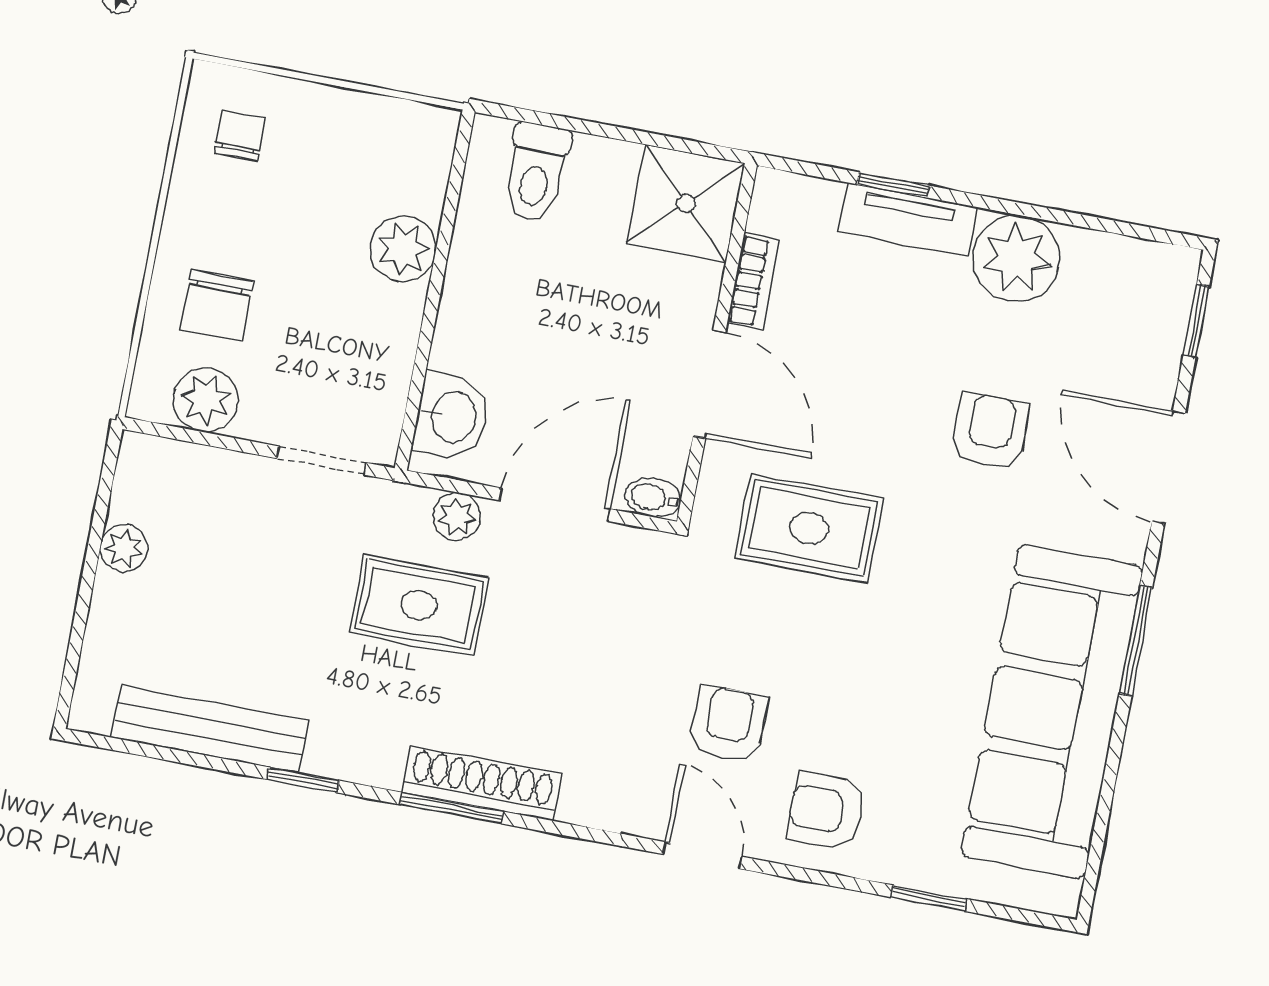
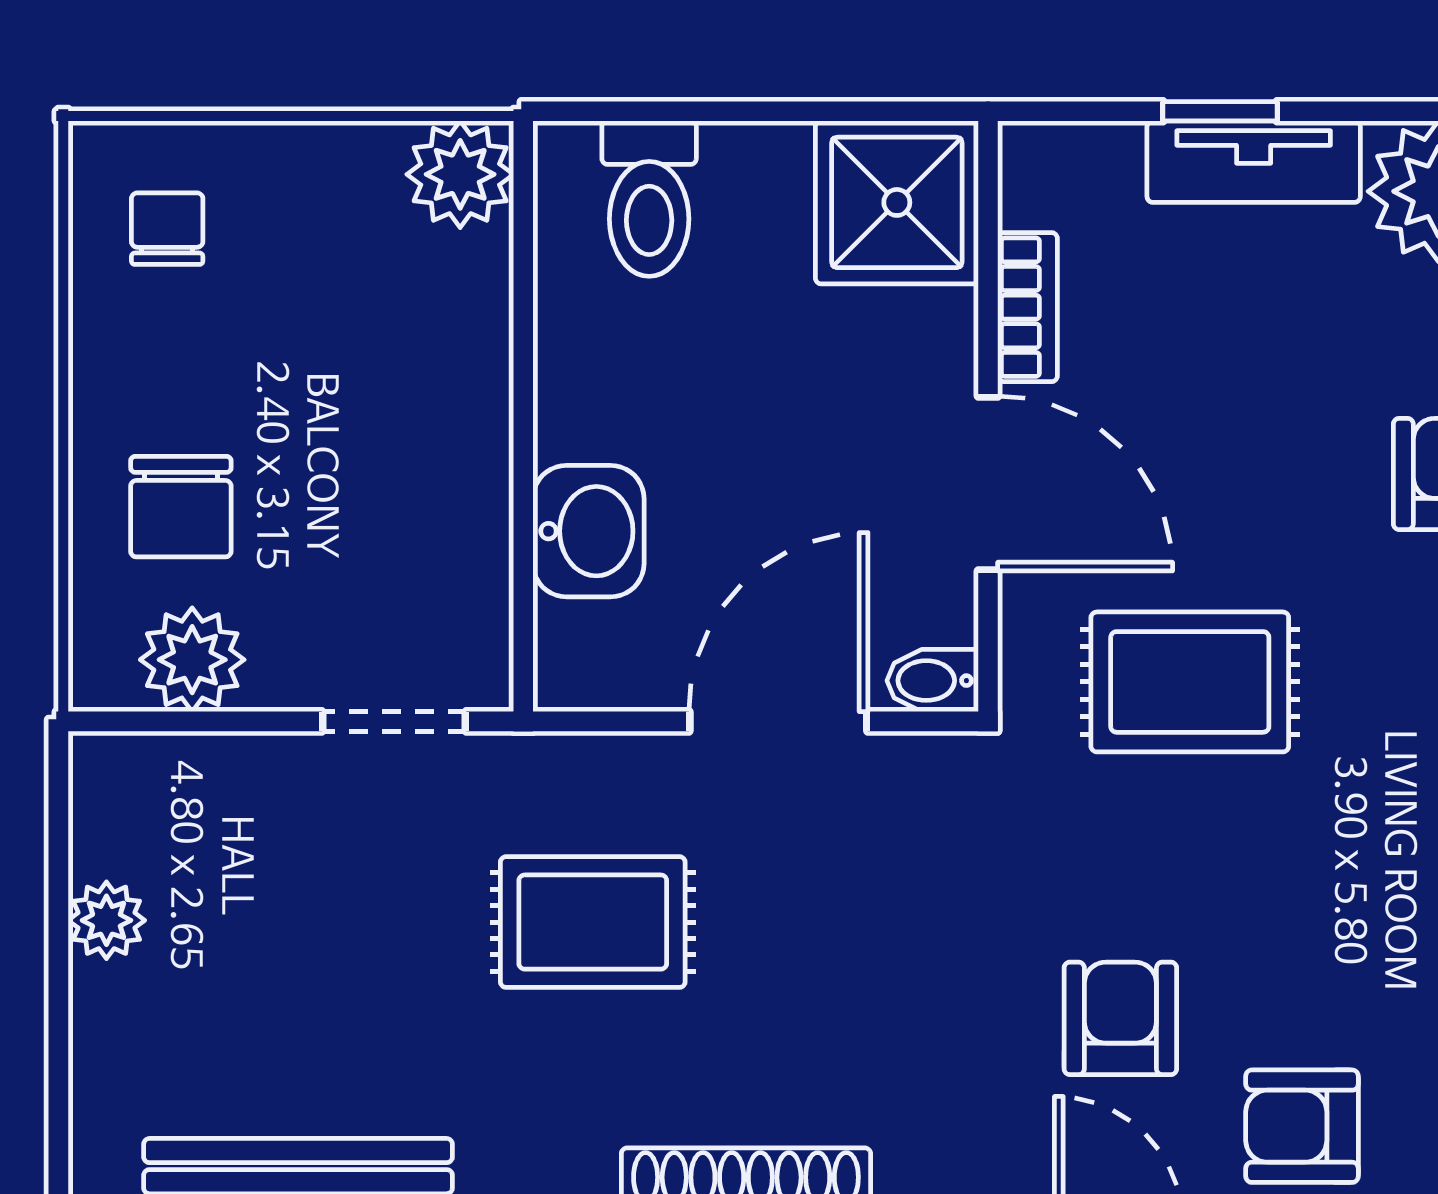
plant: (403, 249) -> (460, 174), moved
washbasin: (452, 417) -> (588, 531), moved
plant: (457, 516) -> (627, 769), removed

